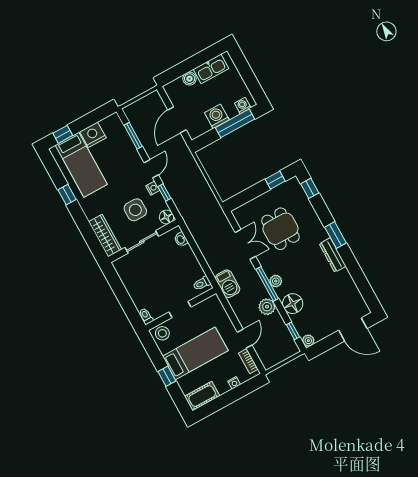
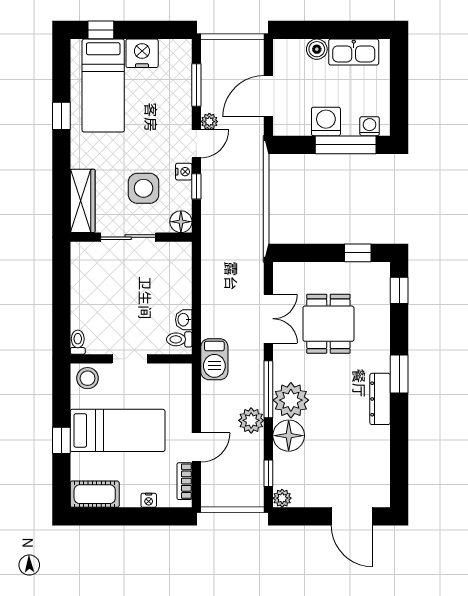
plant: (152, 152) -> (209, 122), added
washbasin: (181, 239) -> (184, 320), moved
plant: (276, 281) -> (291, 400), width x1.88, depth x1.88

